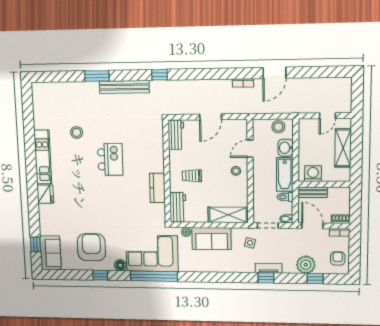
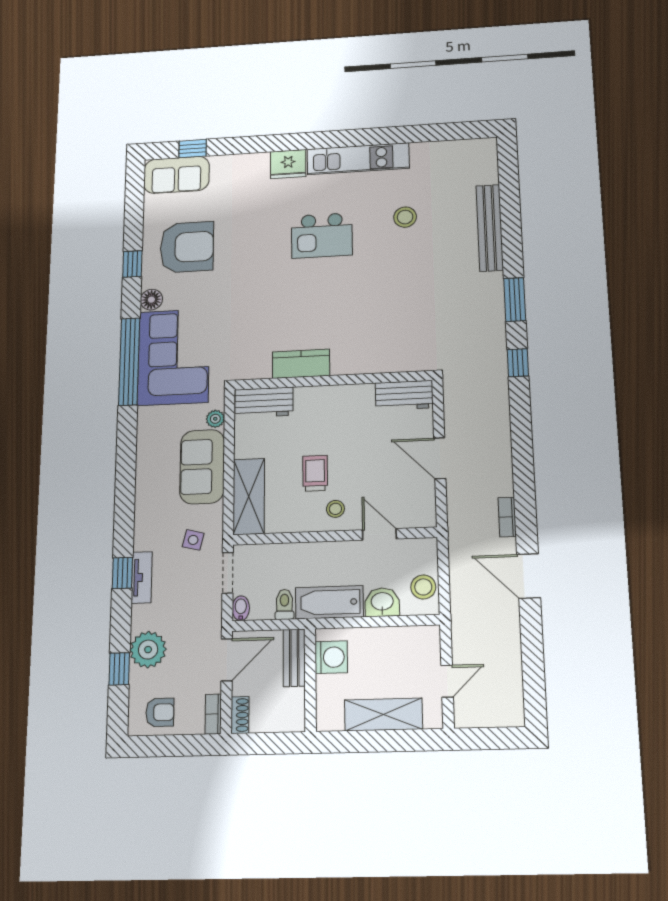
window: (97, 76) -> (515, 300), moved
bench: (124, 87) -> (490, 228), moved
door: (327, 116) -> (447, 681), swing flipped
kitchen island: (110, 159) -> (322, 235), moved
trolley: (192, 176) -> (315, 473), moved

